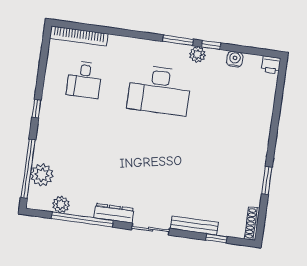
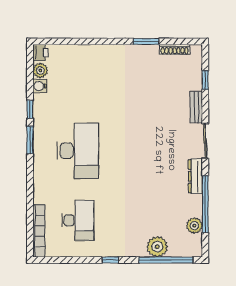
plant: (197, 54) -> (40, 70), moved
desk: (84, 80) -> (78, 220), width x1.37
plant: (42, 175) -> (157, 247), moved
shoe rack: (252, 224) -> (175, 49), moved
bench: (194, 225) -> (196, 107), width x0.73

